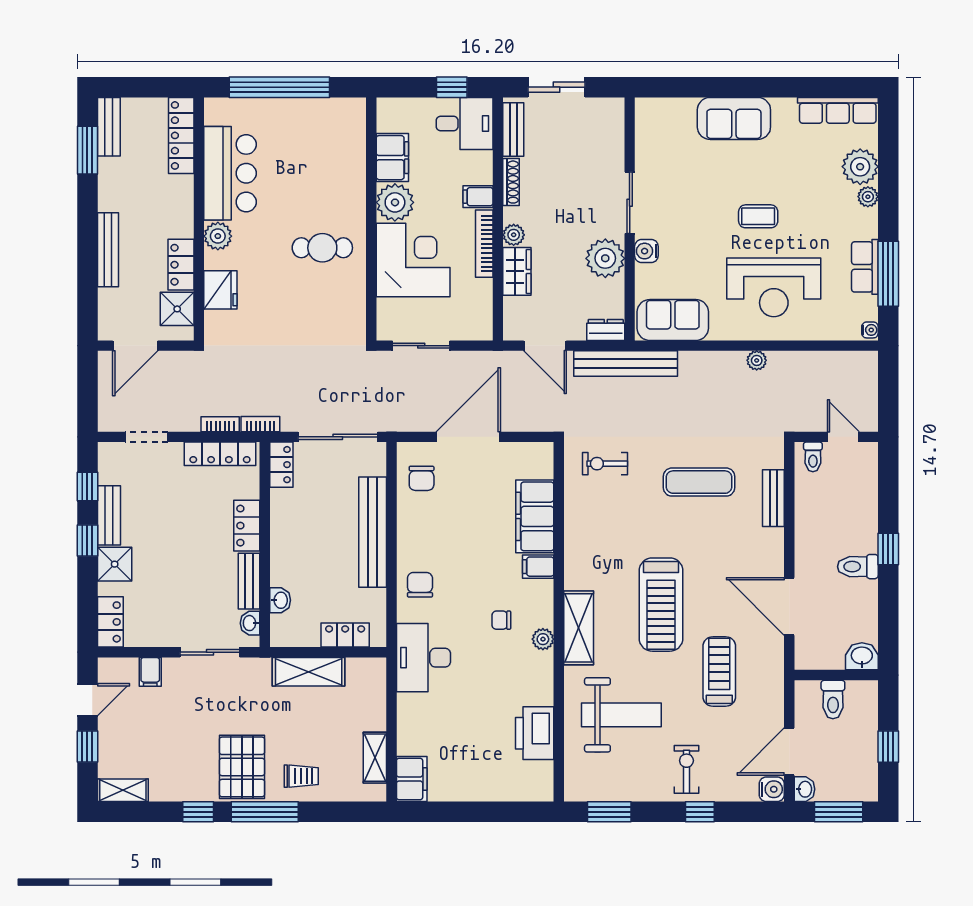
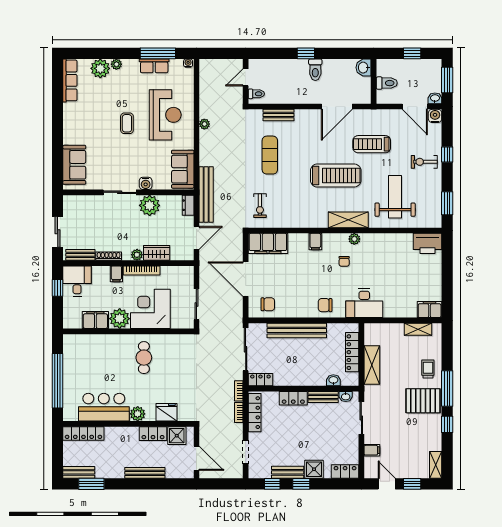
sofa: (734, 118) -> (74, 165), moved
filing cabinet: (535, 516) -> (268, 243), moved
locker: (345, 635) -> (352, 352), width x1.53
printer: (535, 733) -> (428, 243), moved

